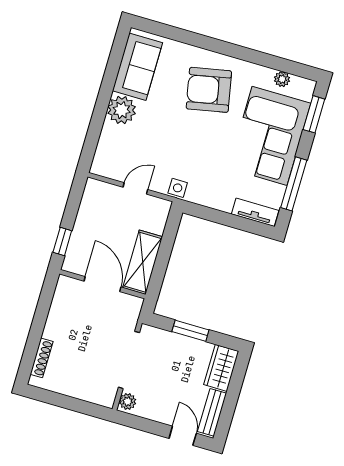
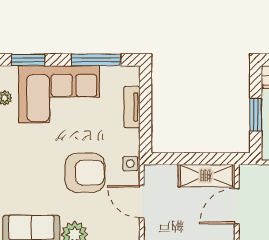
armchair: (209, 90) -> (85, 173), moved, turned -79
door: (135, 188) -> (142, 202), width x1.38
tv unit: (255, 212) -> (132, 107), moved

